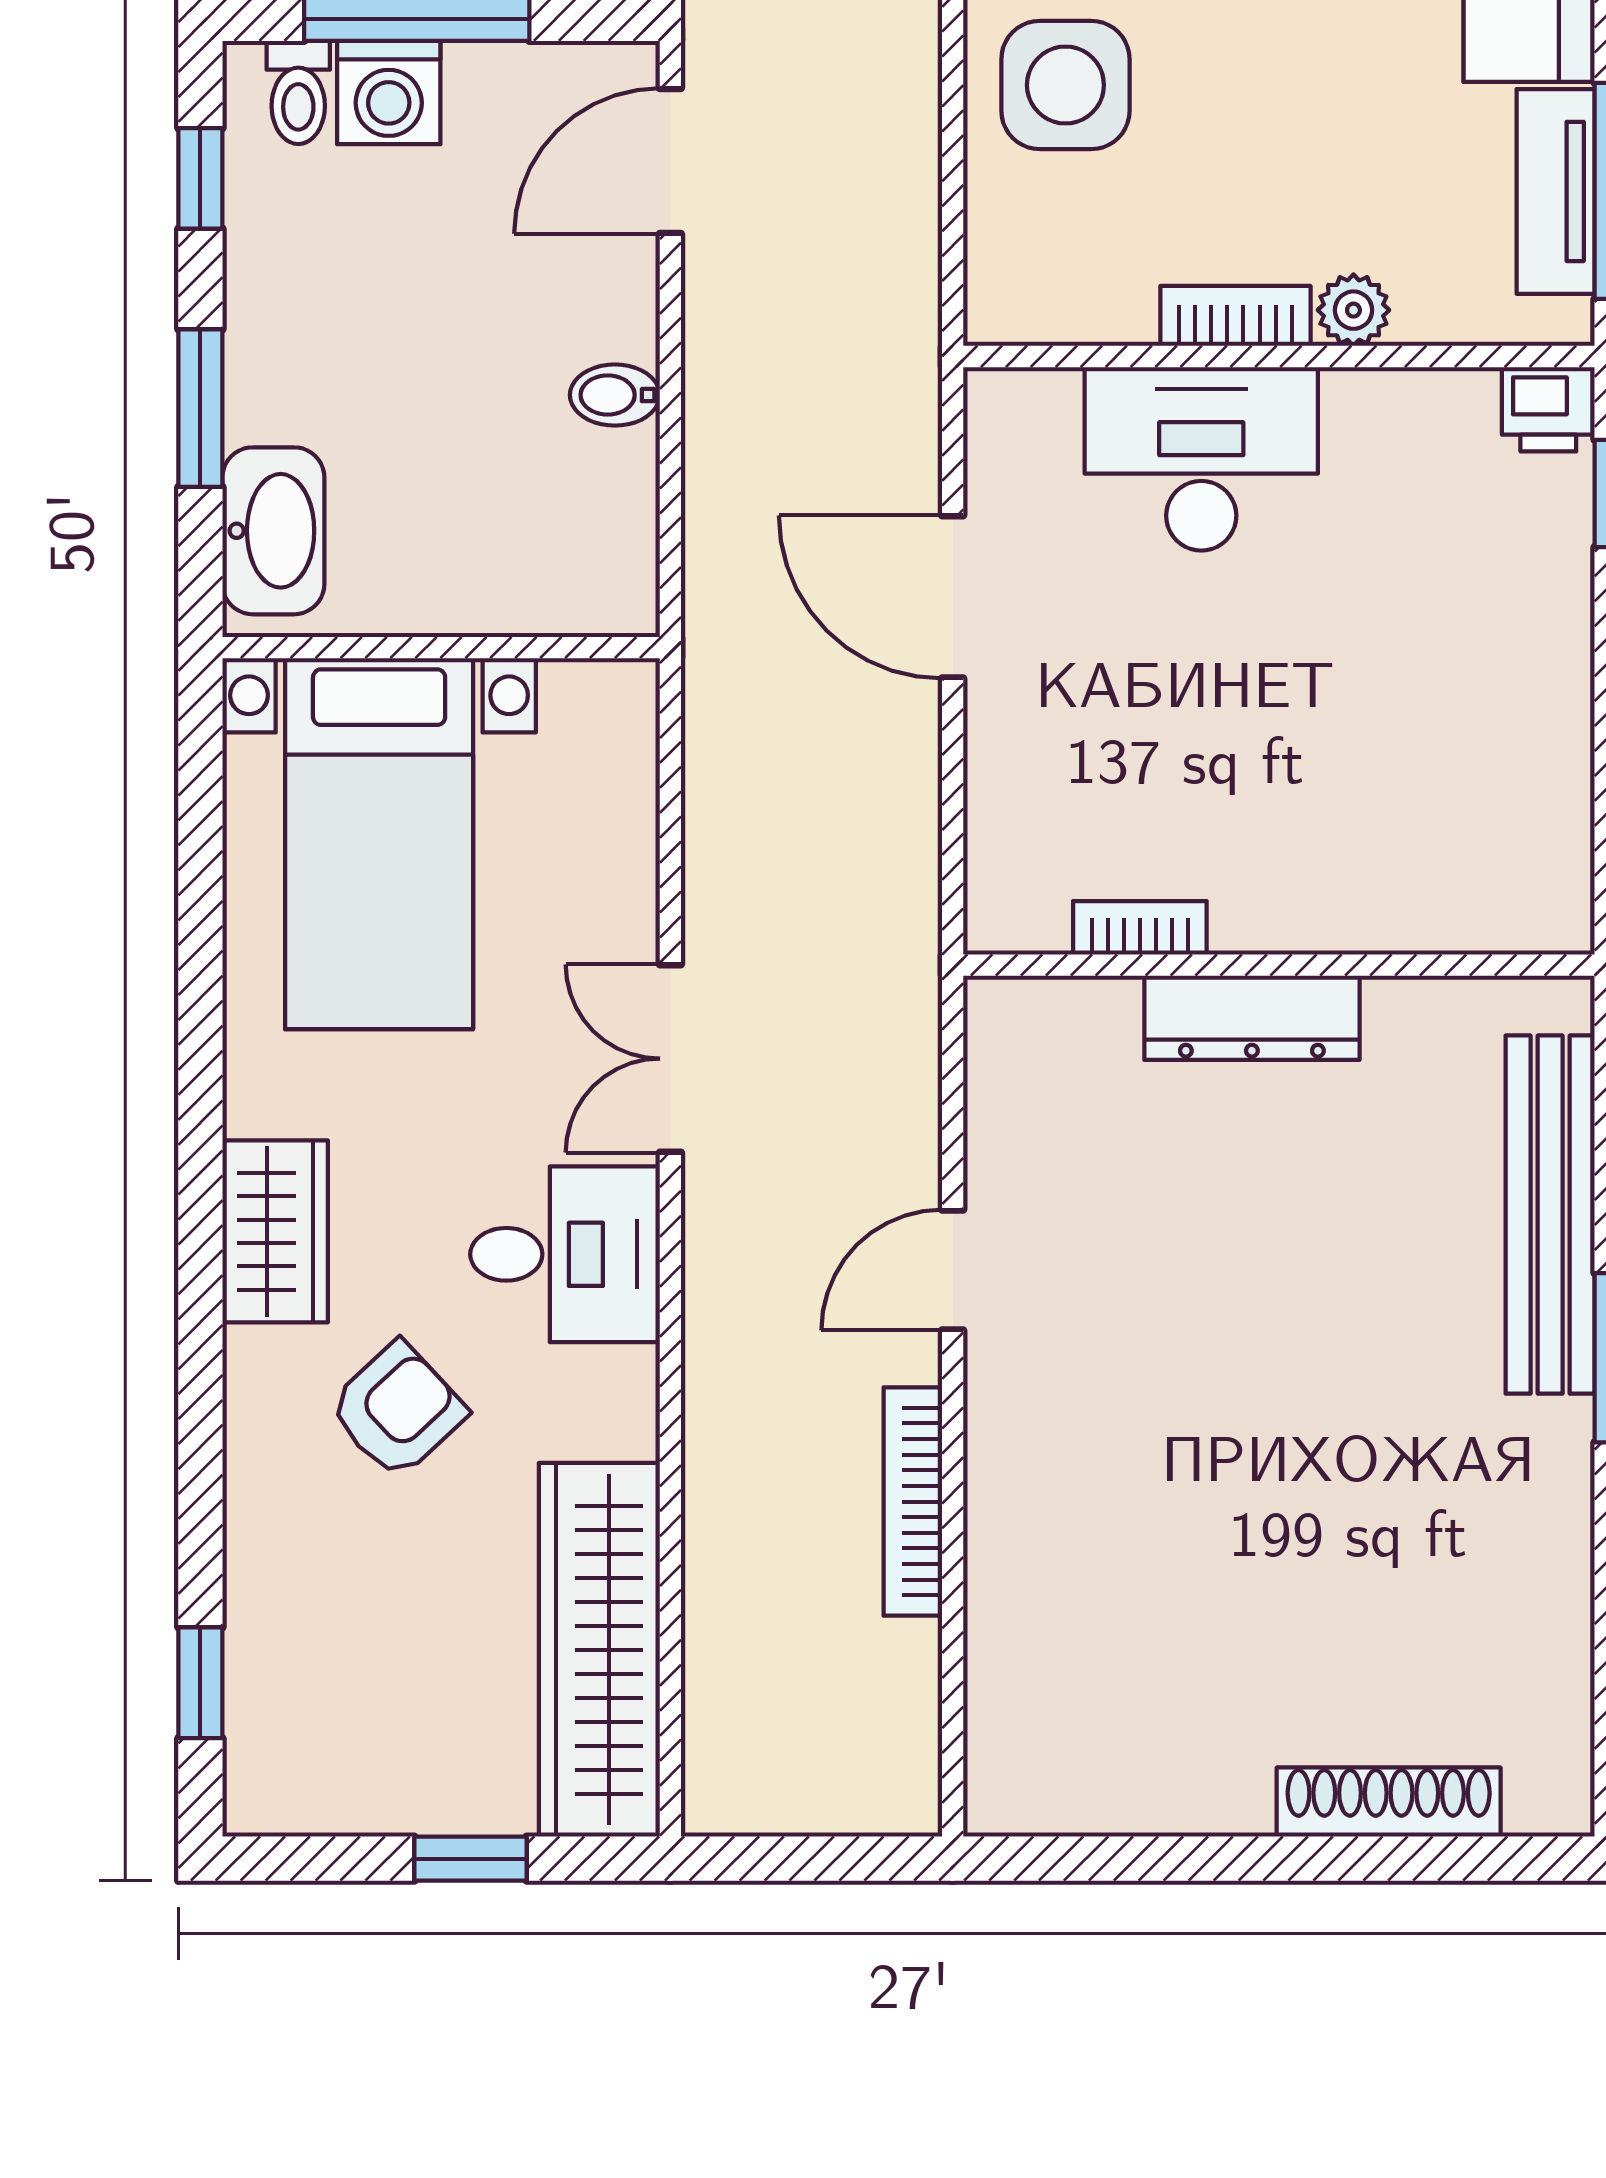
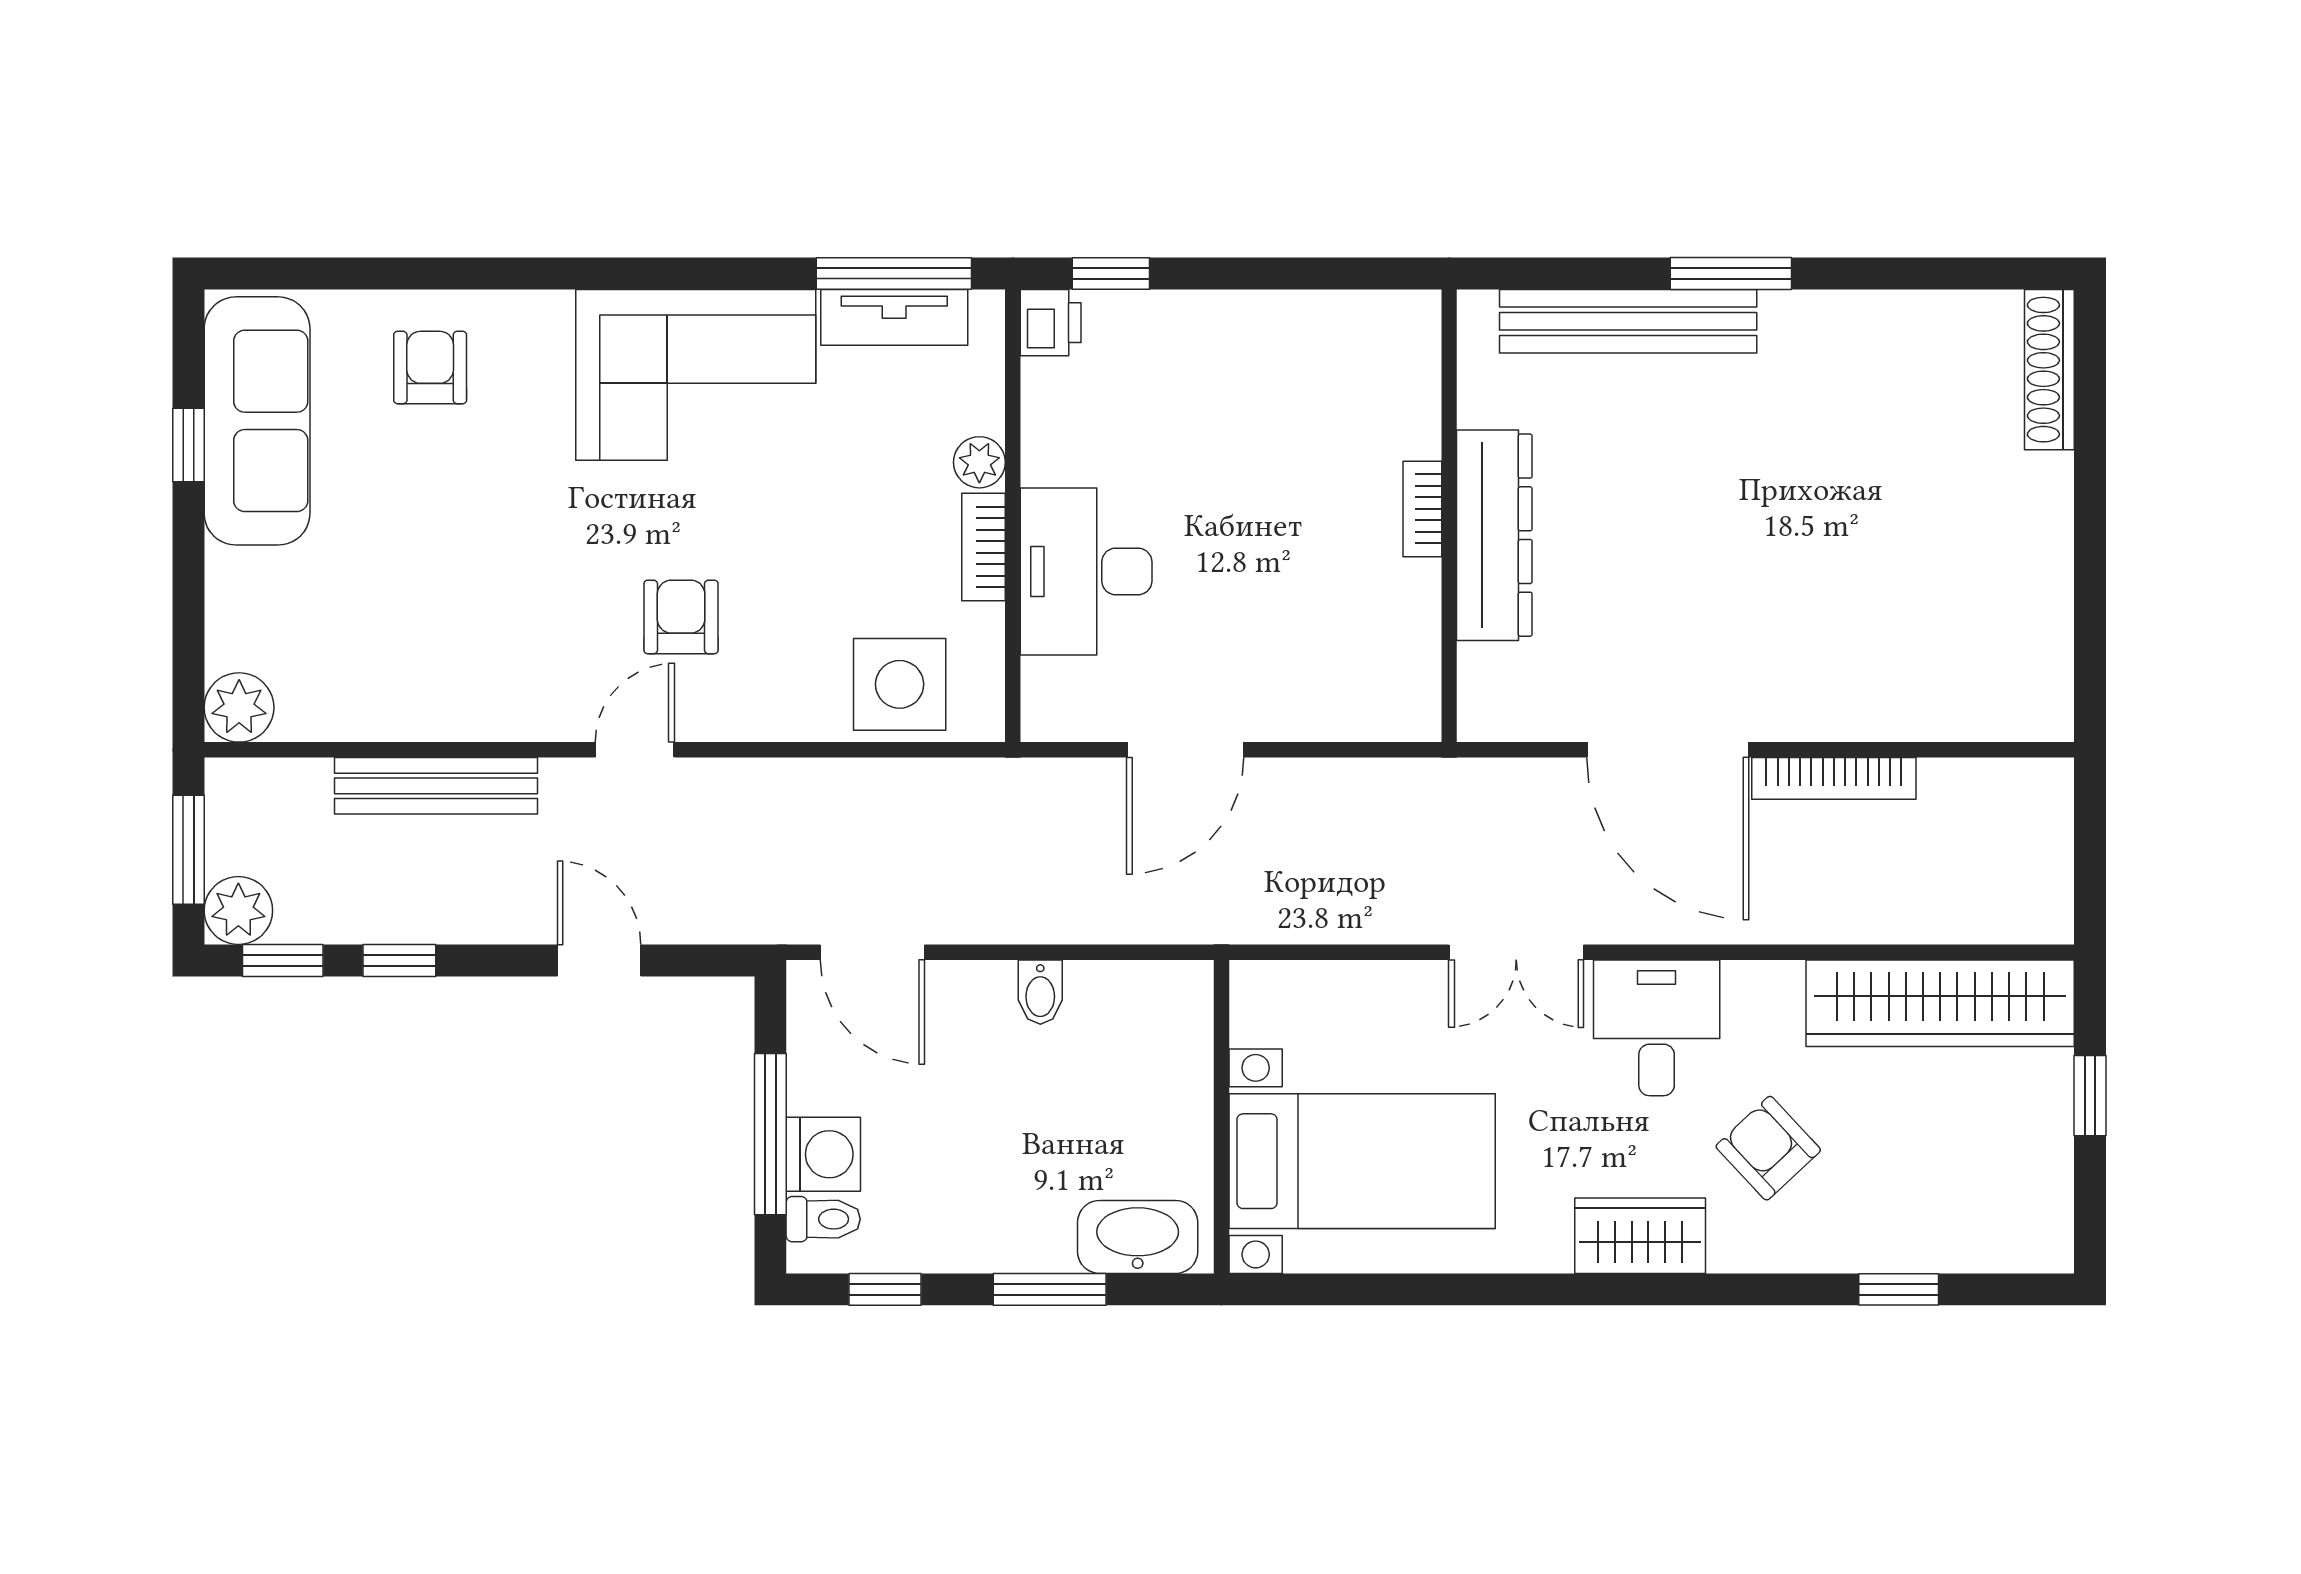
side table: (1065, 85) -> (900, 684), moved
bookcase: (1140, 928) -> (1422, 509), moved
dresser: (1252, 1018) -> (1494, 535), width x1.37, depth x1.24
door: (953, 1270) -> (1668, 750), width x1.87
window: (200, 1683) -> (1899, 1289), moved
shoe rack: (1389, 1802) -> (2049, 370), moved

